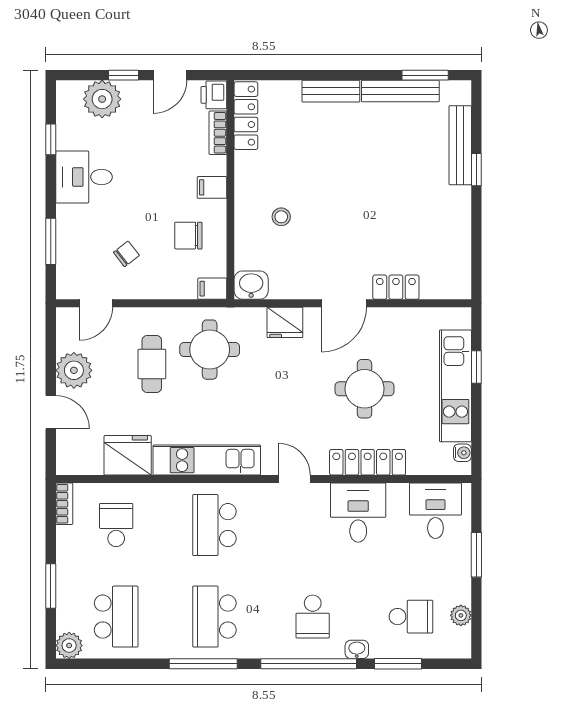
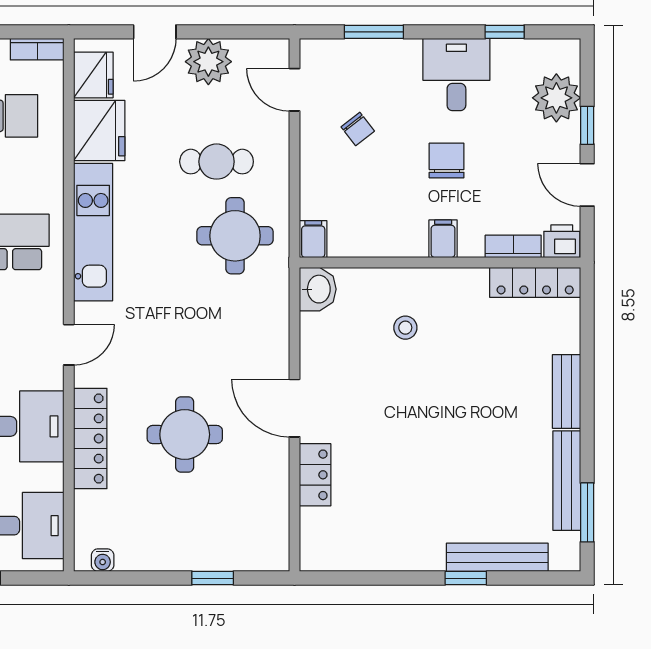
chair: (188, 236) -> (447, 161), moved
fridge: (285, 322) -> (93, 75), moved, turned 180
kitchen unit: (455, 386) -> (188, 551), removed

